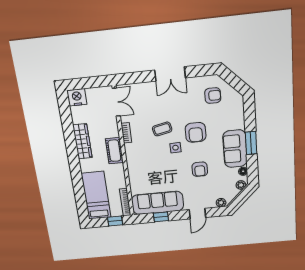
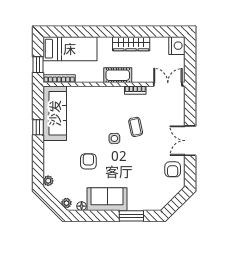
armchair: (213, 96) -> (173, 169), moved
double door: (116, 102) -> (168, 84), swing flipped
armchair: (196, 132) -> (128, 160), removed
window: (251, 143) -> (131, 216), moved
armchair: (200, 169) -> (88, 161), turned 90
door: (197, 214) -> (38, 155), removed
window: (161, 217) -> (38, 127), moved

